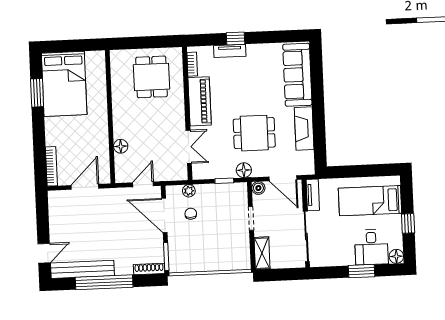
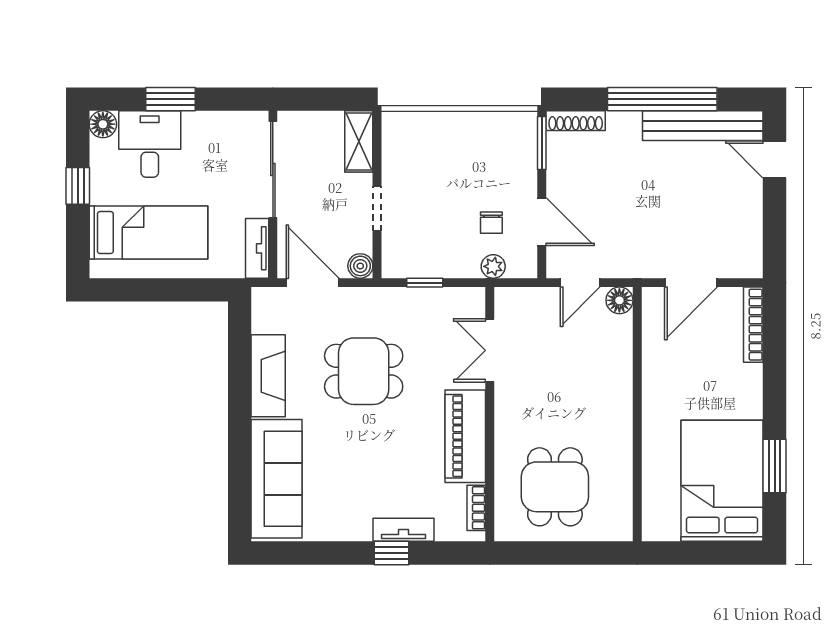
floor lamp: (121, 146) -> (619, 300), moved
floor lamp: (244, 170) -> (387, 301), removed
door: (164, 215) -> (542, 222), width x0.73
door: (44, 253) -> (775, 159), hinge flipped

